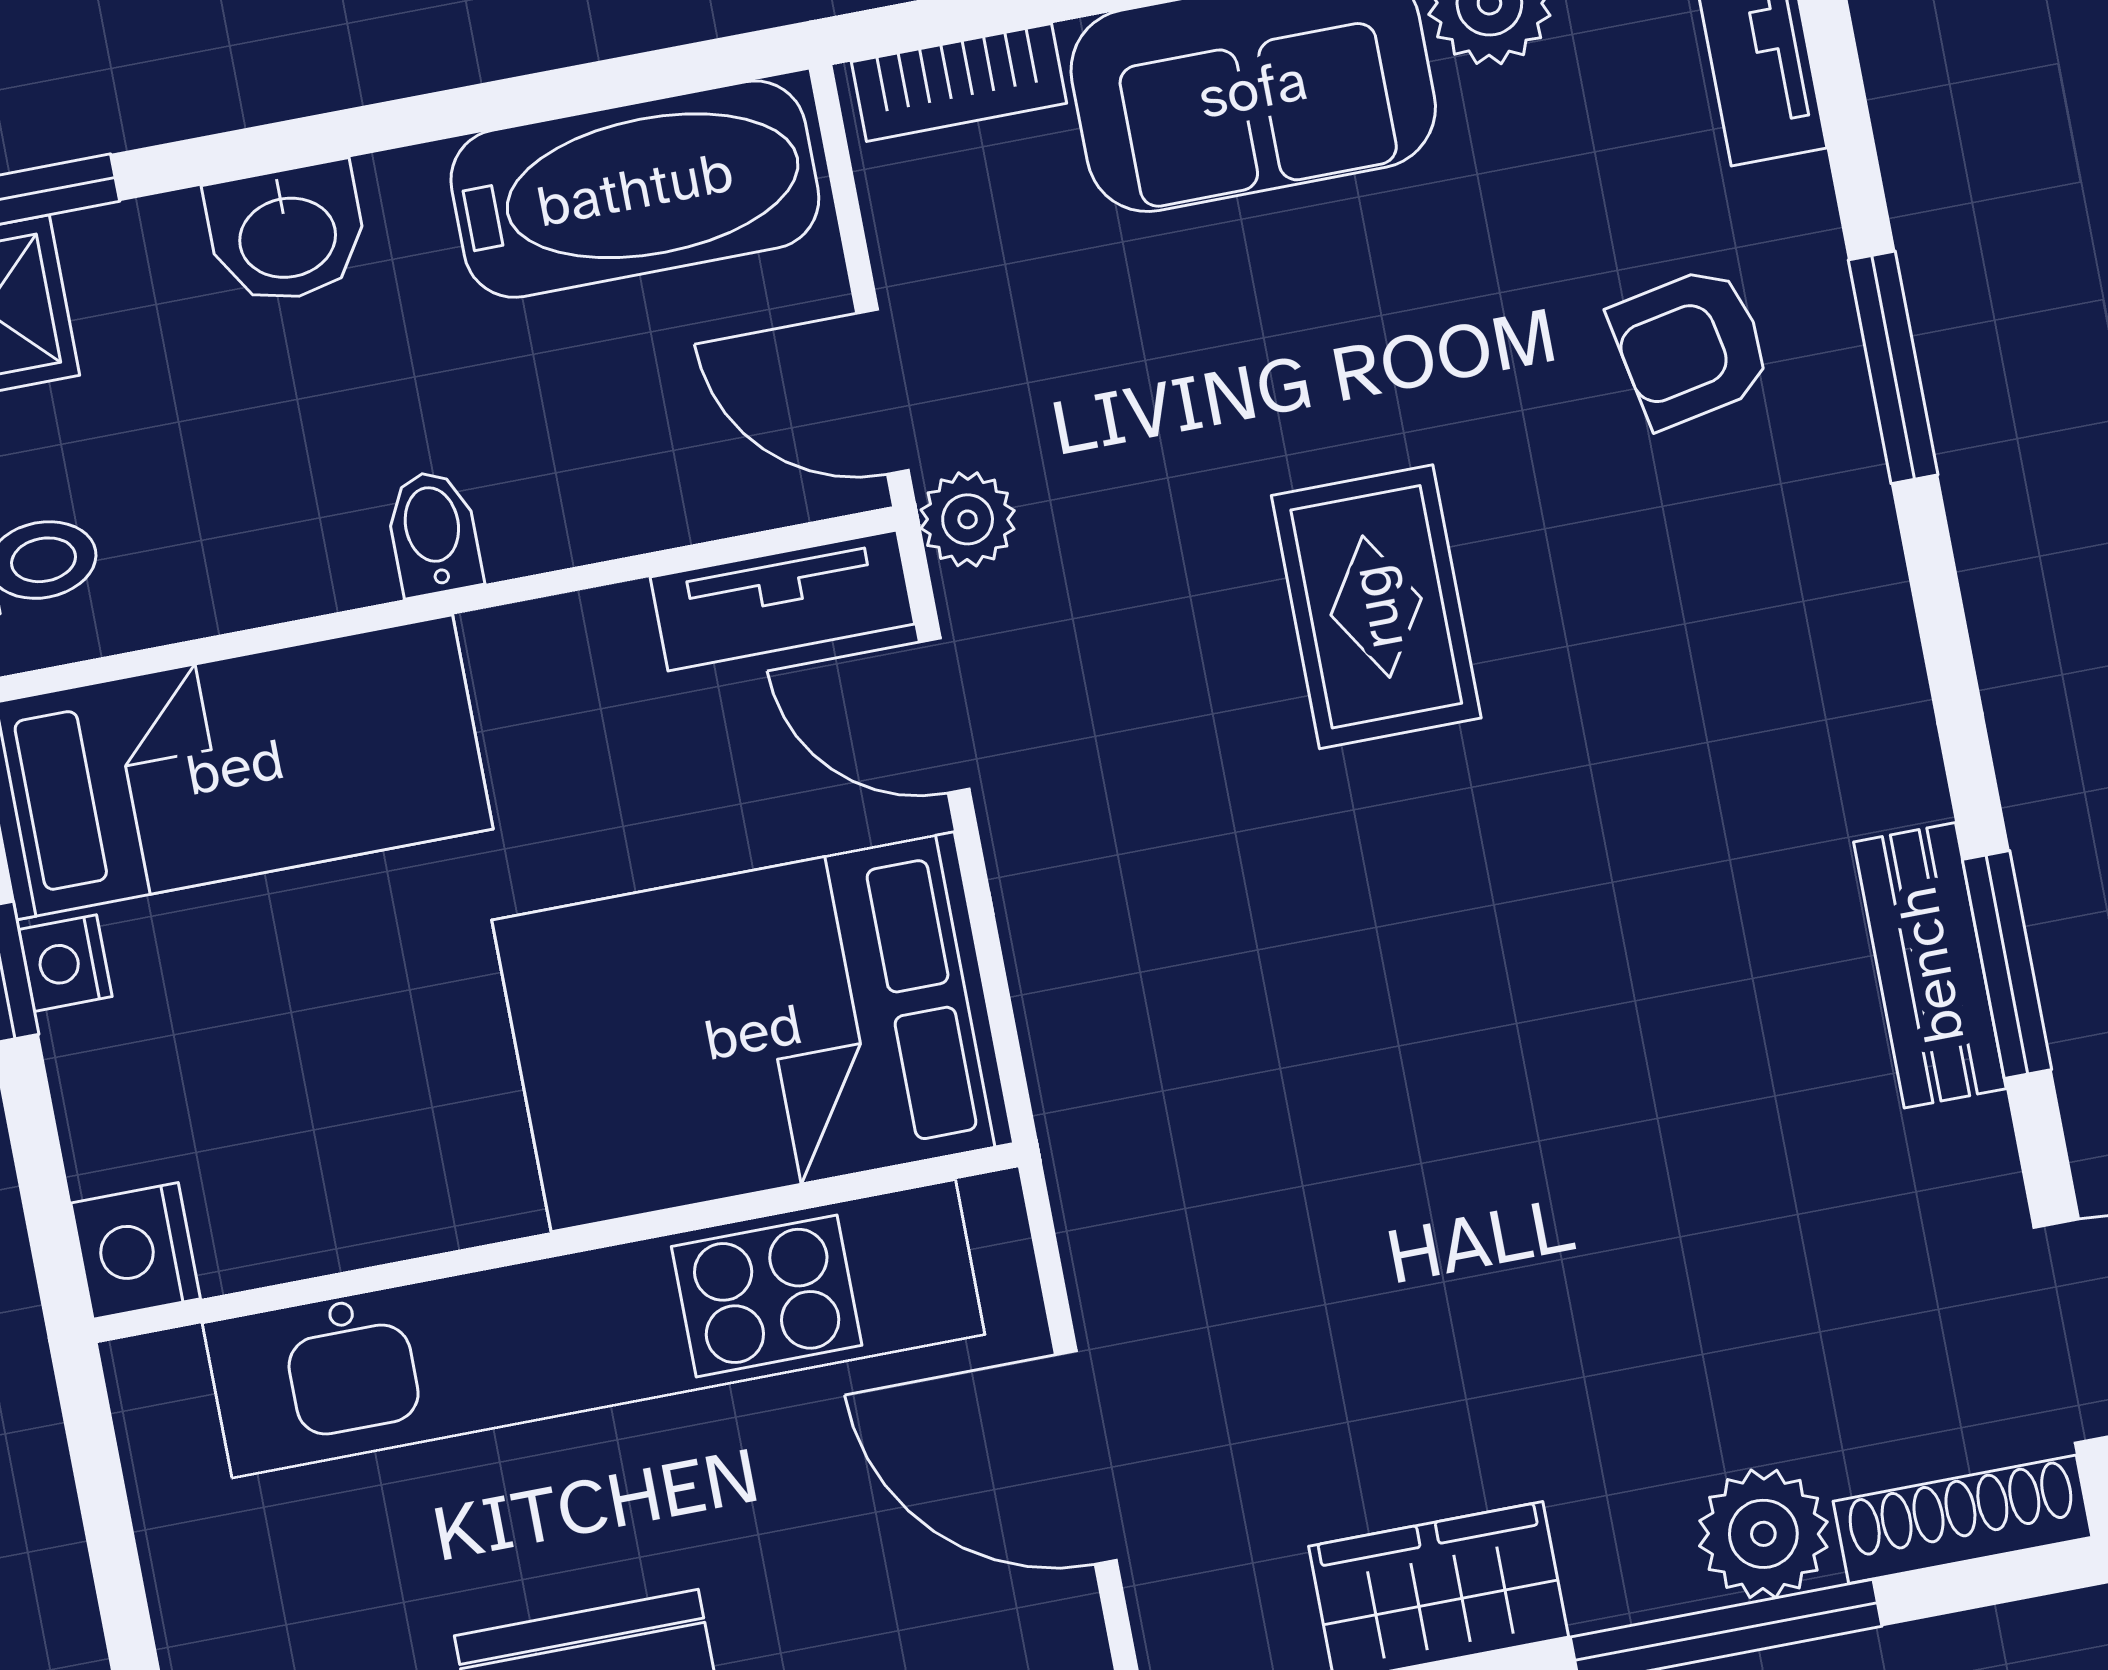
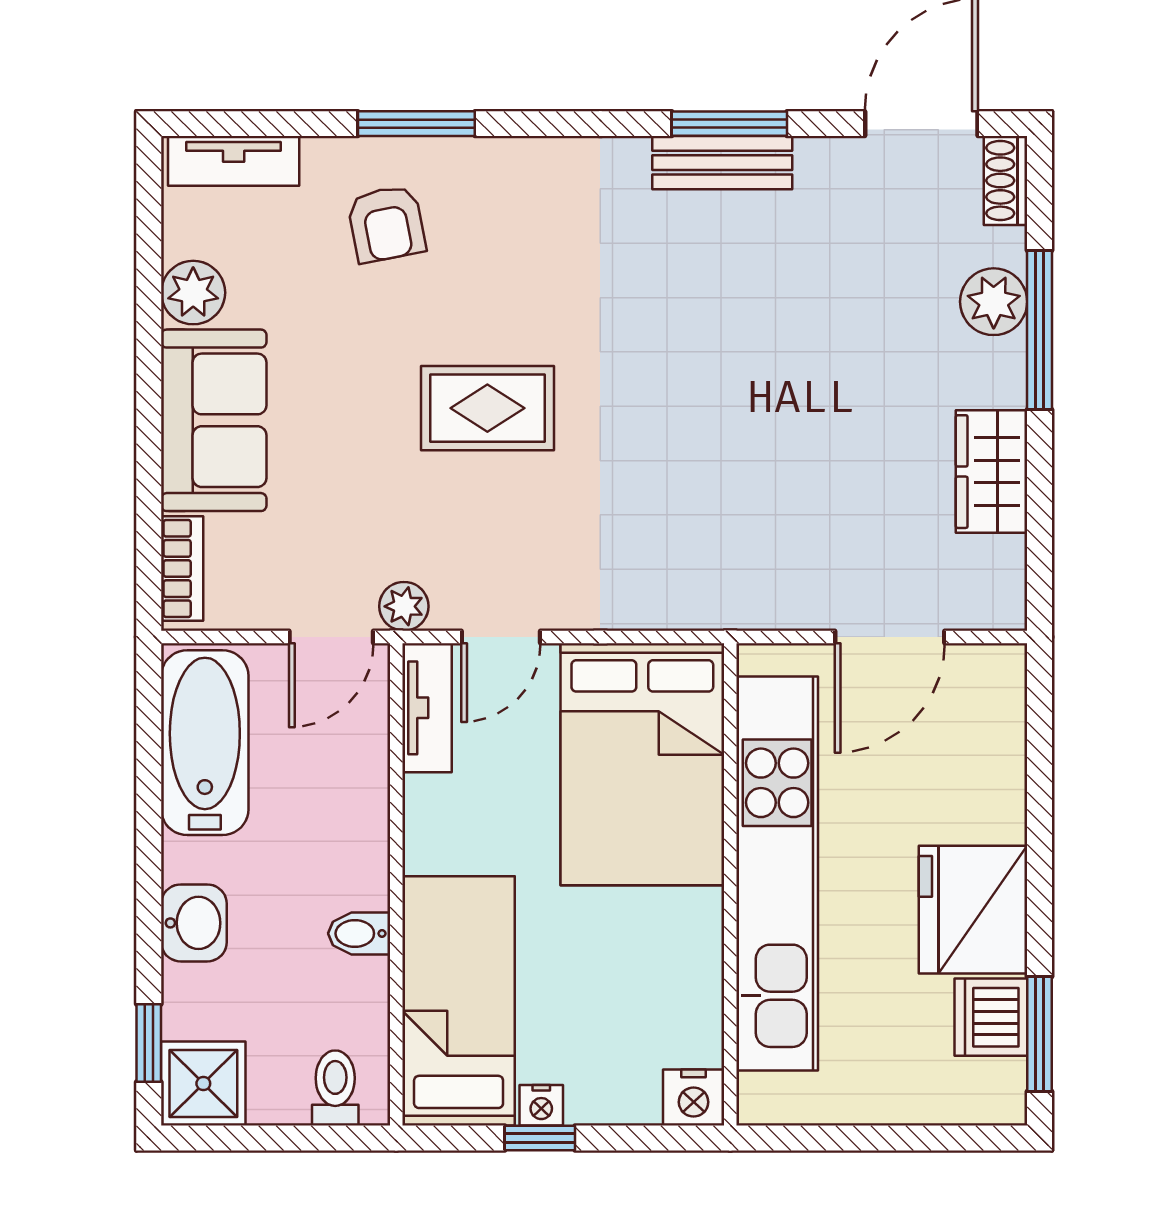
bidet: (433, 533) -> (359, 933), moved
shoe rack: (1962, 1519) -> (1006, 181), width x0.70

